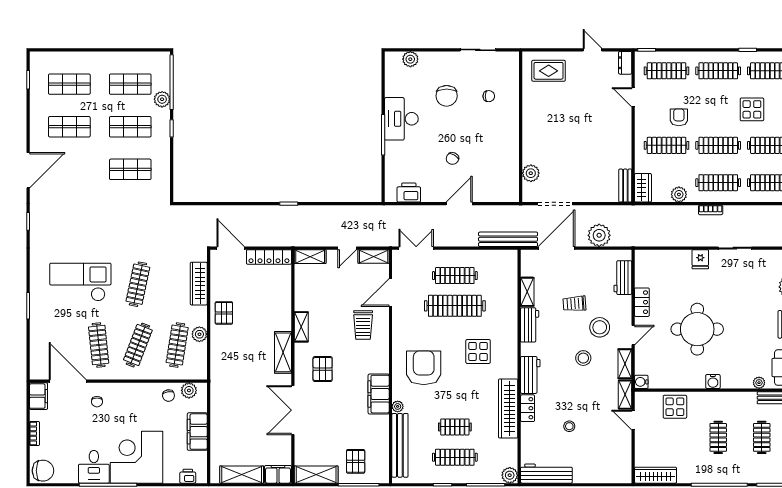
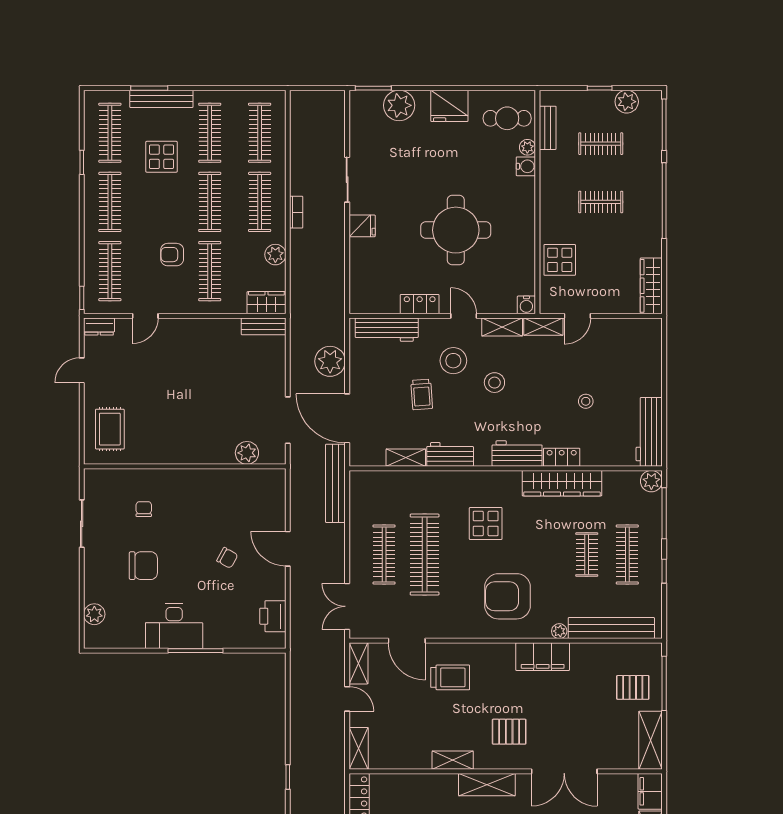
workbench: (623, 278) -> (387, 330), width x1.38
water cooler: (713, 381) -> (526, 166), moved

